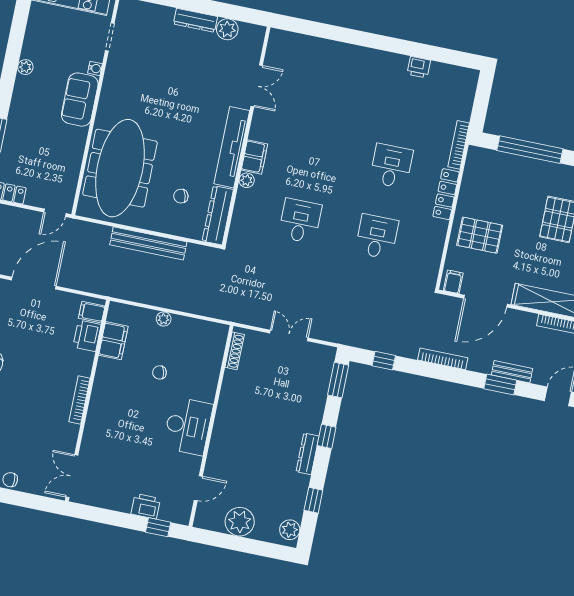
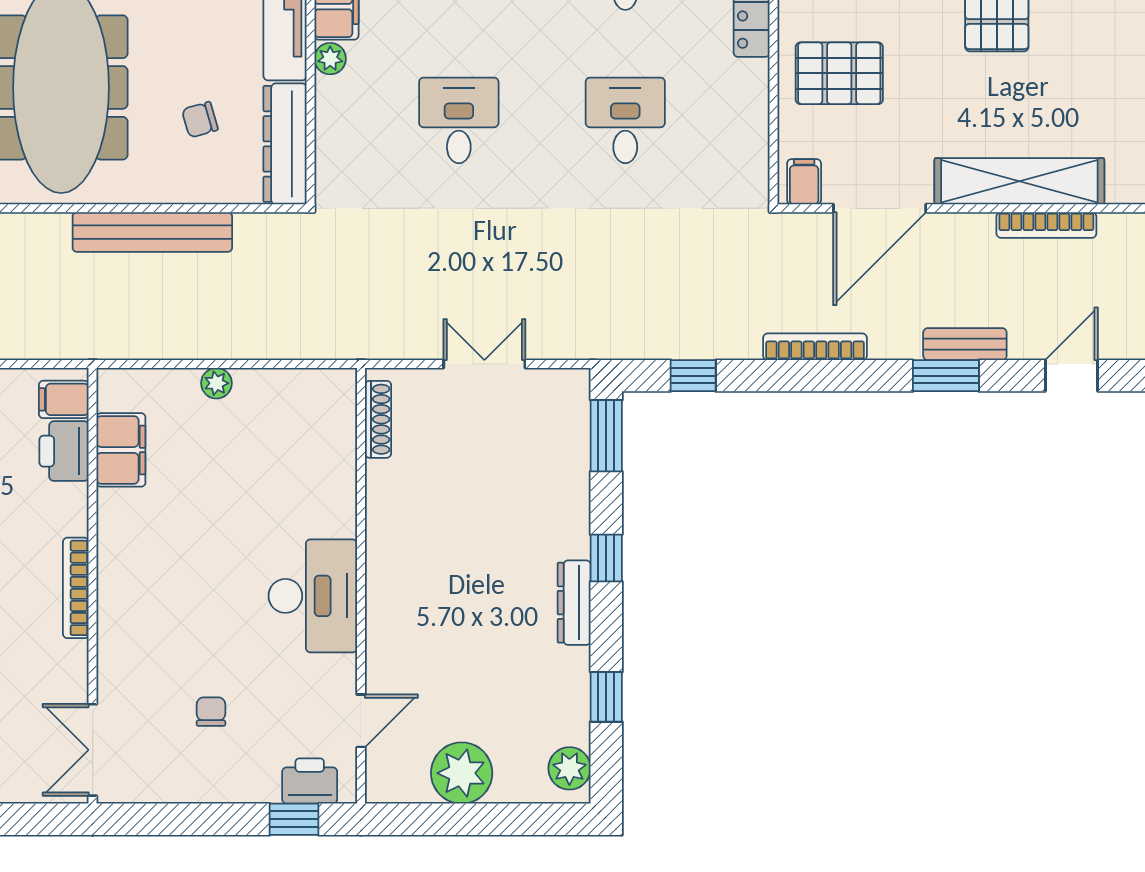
chair: (160, 372) -> (211, 712), moved, turned 104
printer: (146, 506) -> (310, 781), moved

